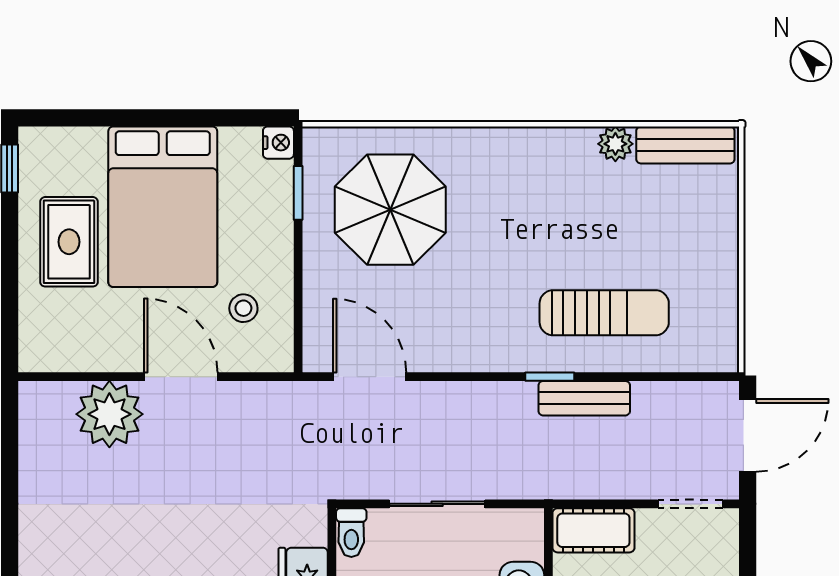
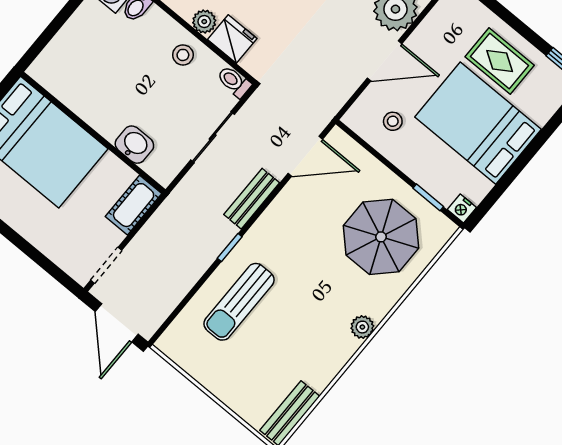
plant: (615, 144) -> (362, 327), moved
bench: (584, 398) -> (252, 199), moved

